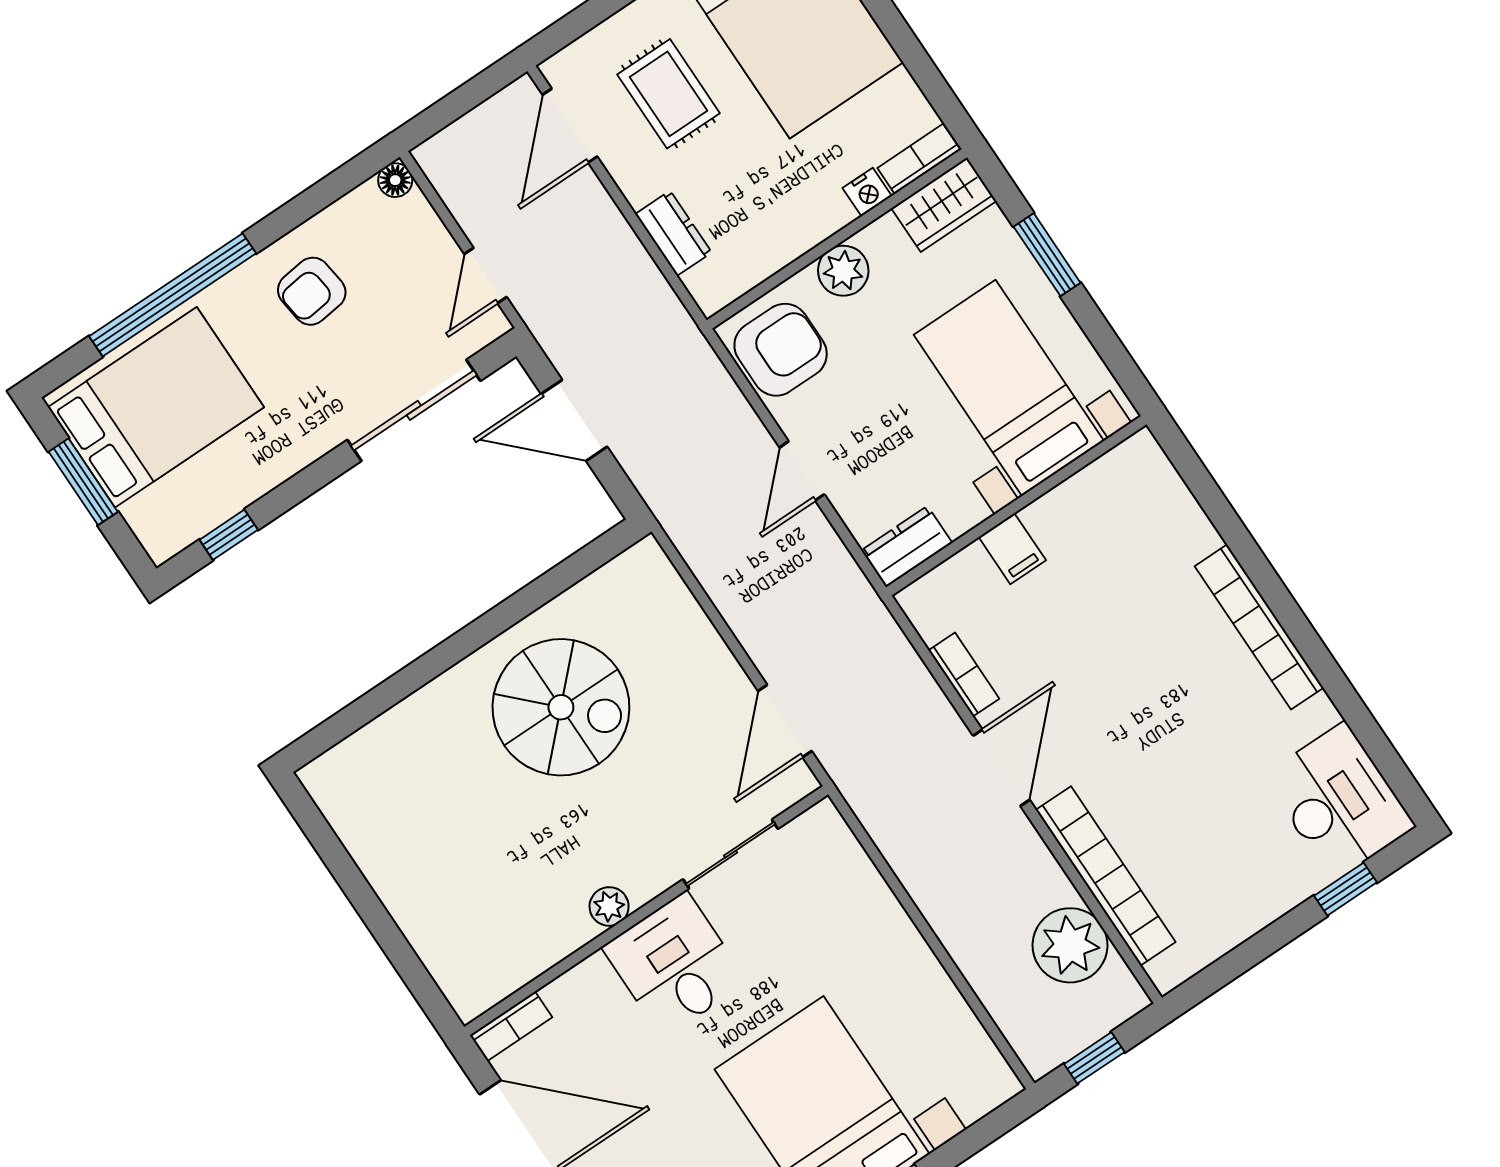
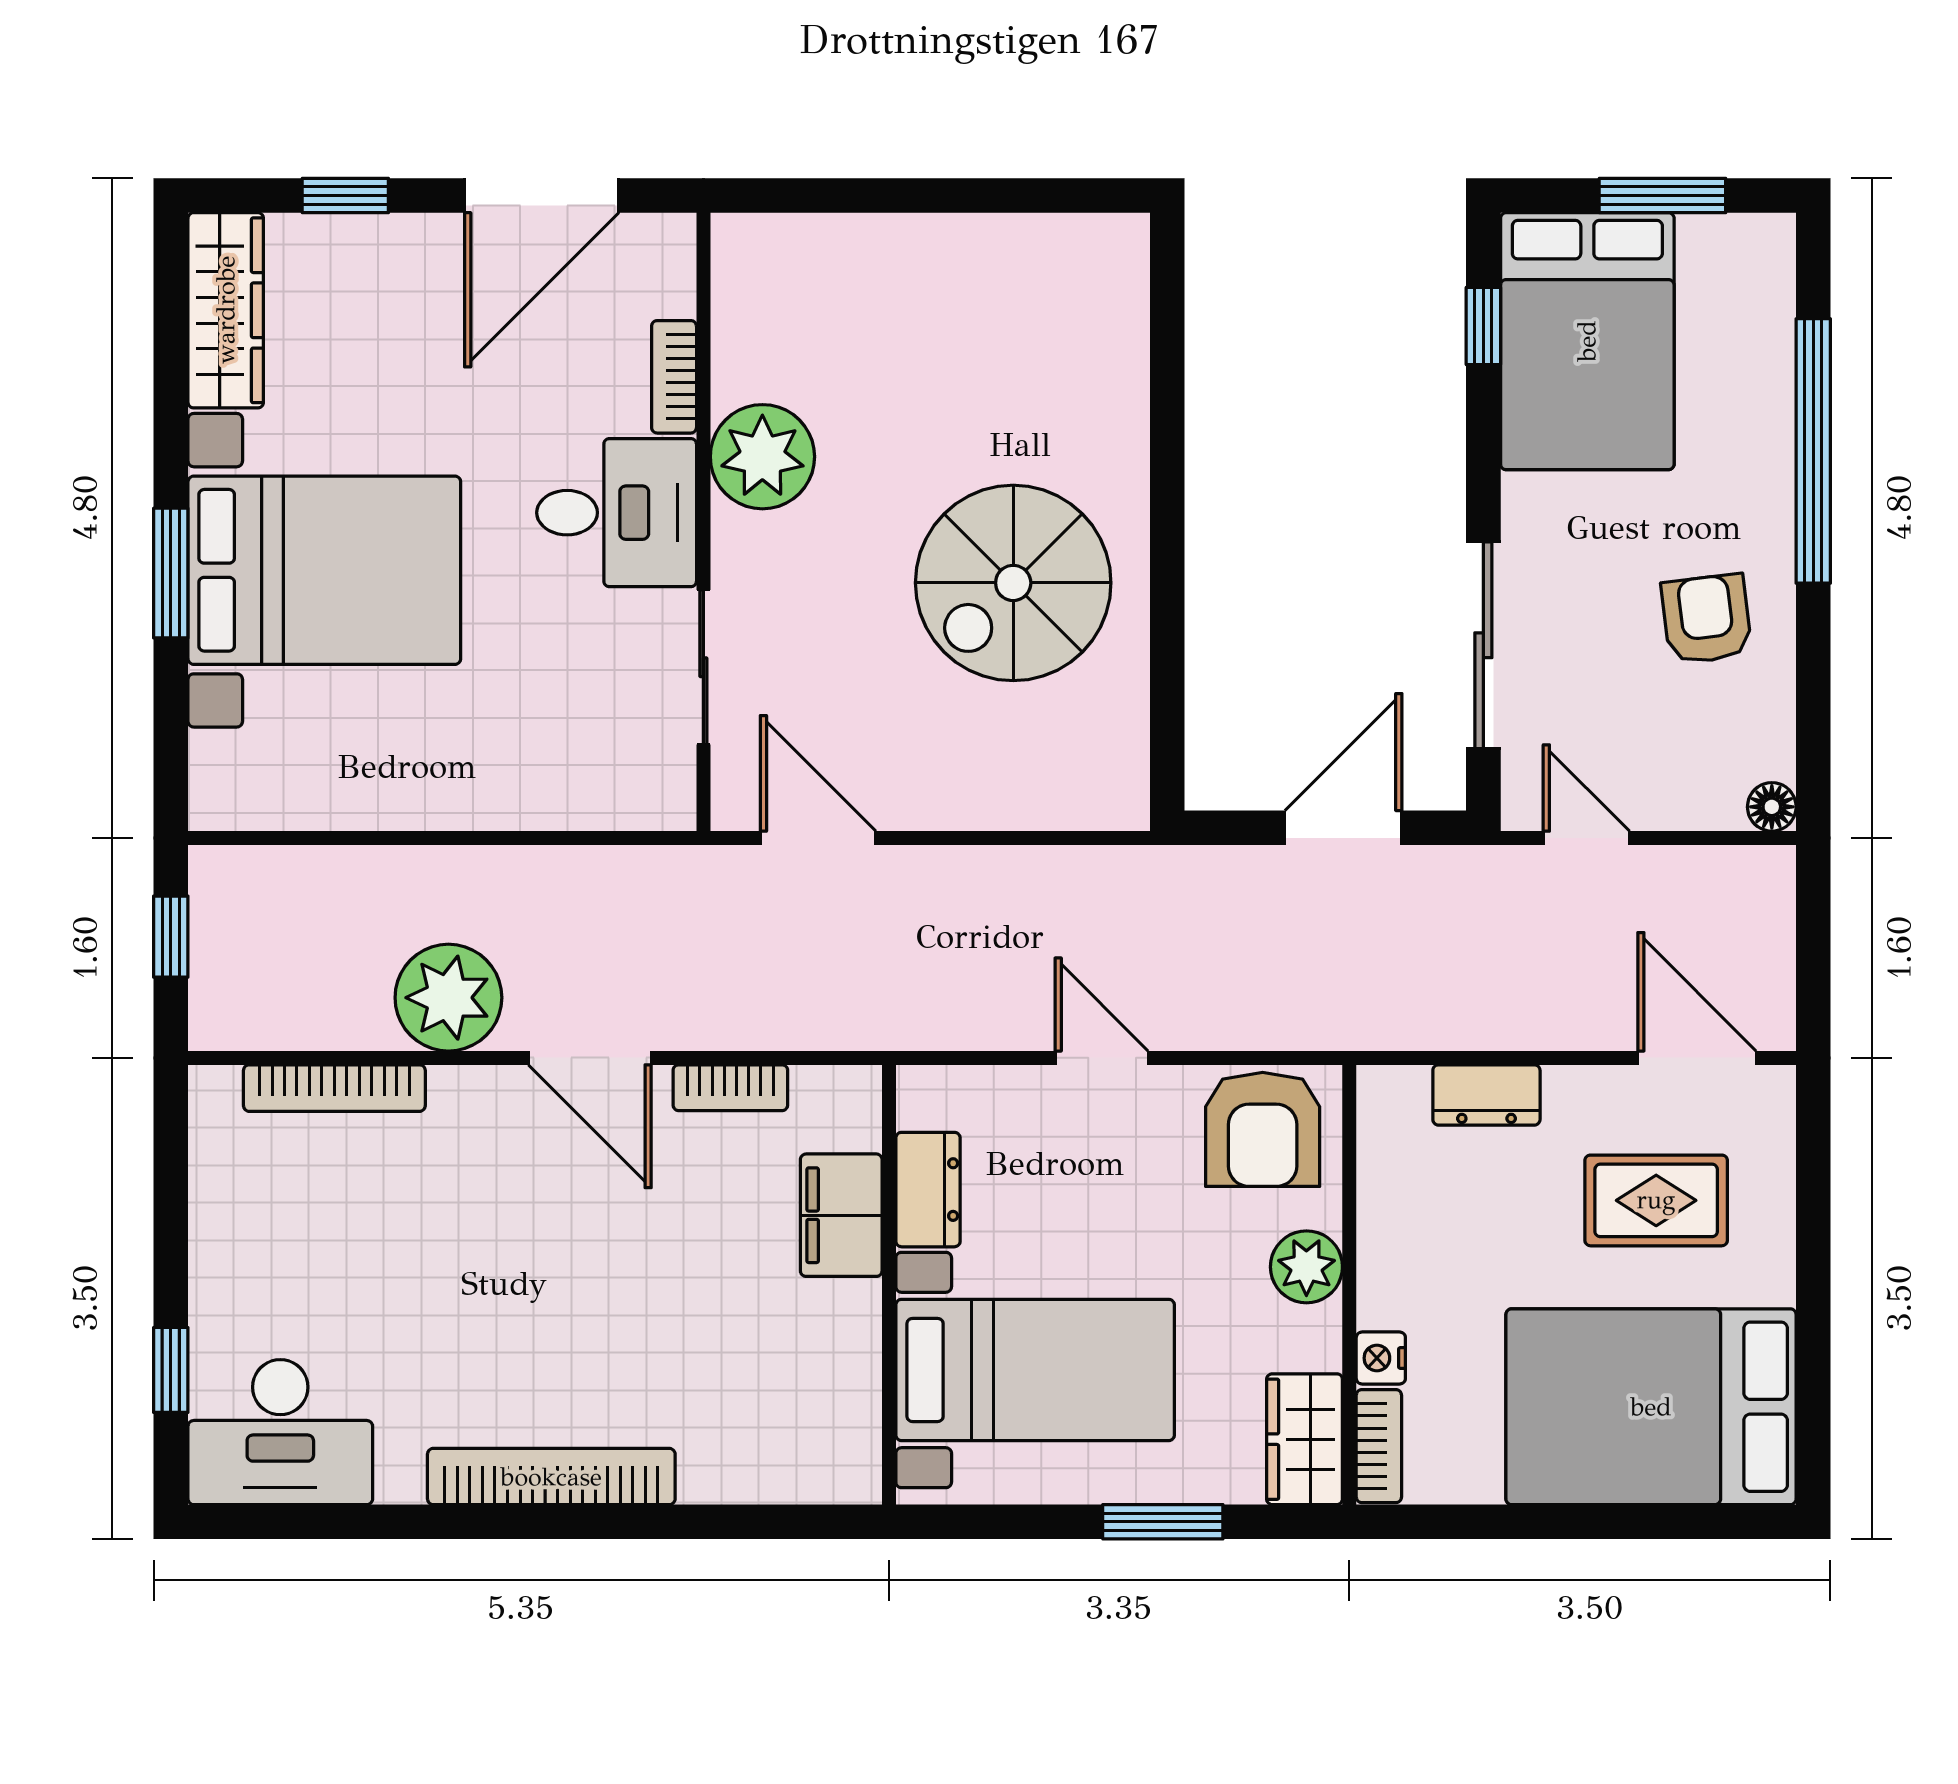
bed: (156, 407) -> (1587, 341), moved
dresser: (907, 547) -> (928, 1190), moved
filing cabinet: (1012, 549) -> (841, 1215), width x2.00
bookcase: (1106, 876) -> (334, 1088), width x0.68, depth x0.76
plant: (609, 906) -> (762, 457), width x1.88, depth x1.88
plant: (1070, 945) -> (448, 998), moved
bookcase: (511, 1026) -> (674, 377), moved

